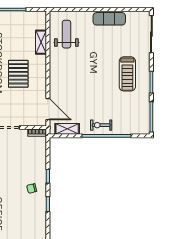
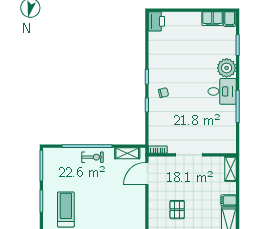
pallet: (18, 74) -> (177, 210), width x0.67, depth x0.71
door: (48, 109) -> (147, 173), hinge flipped

